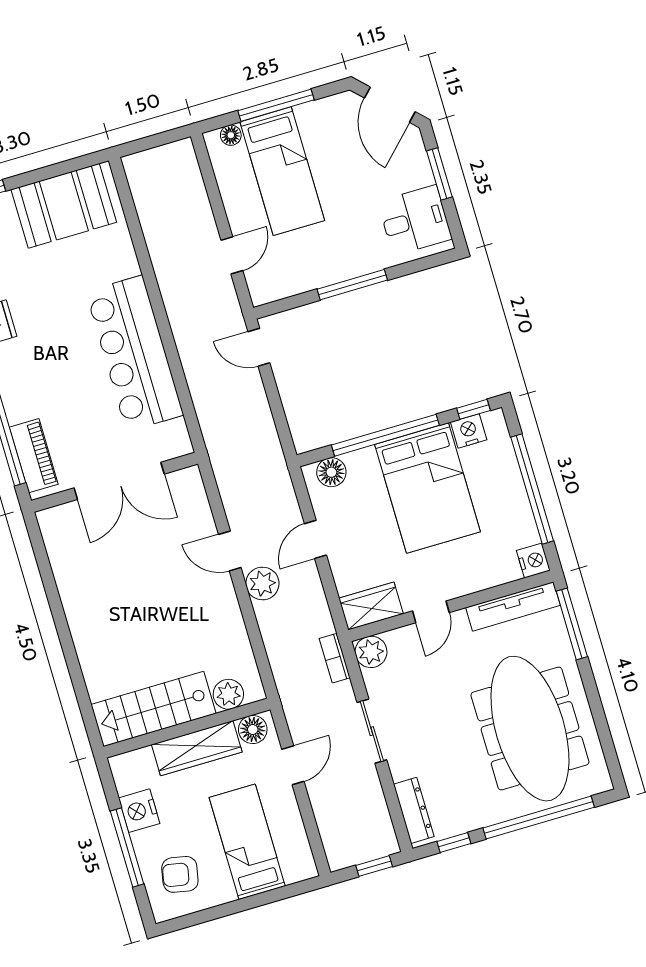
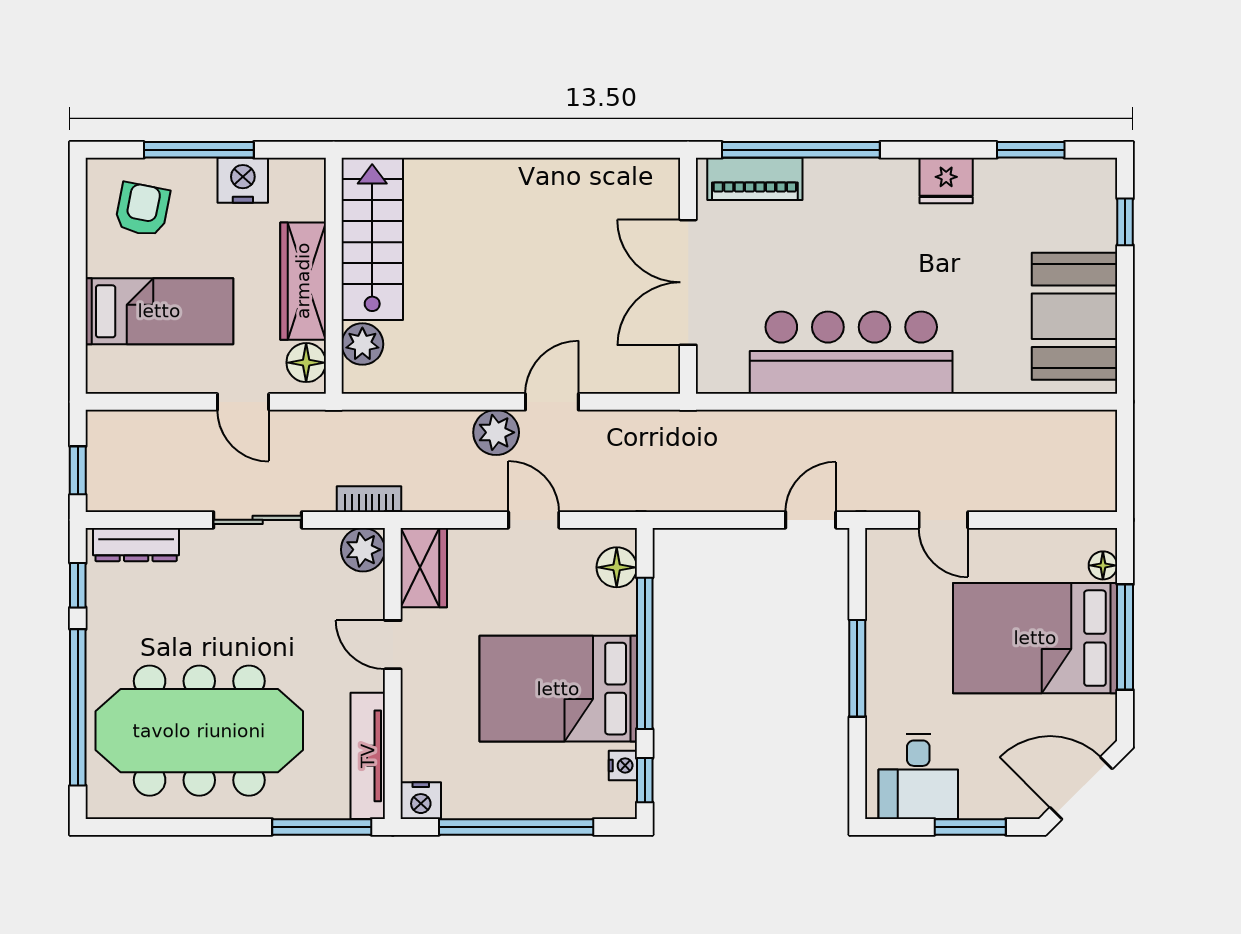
bed: (282, 171) -> (1035, 638), width x1.50
nightstand: (469, 431) -> (623, 765), width x0.72, depth x0.74

